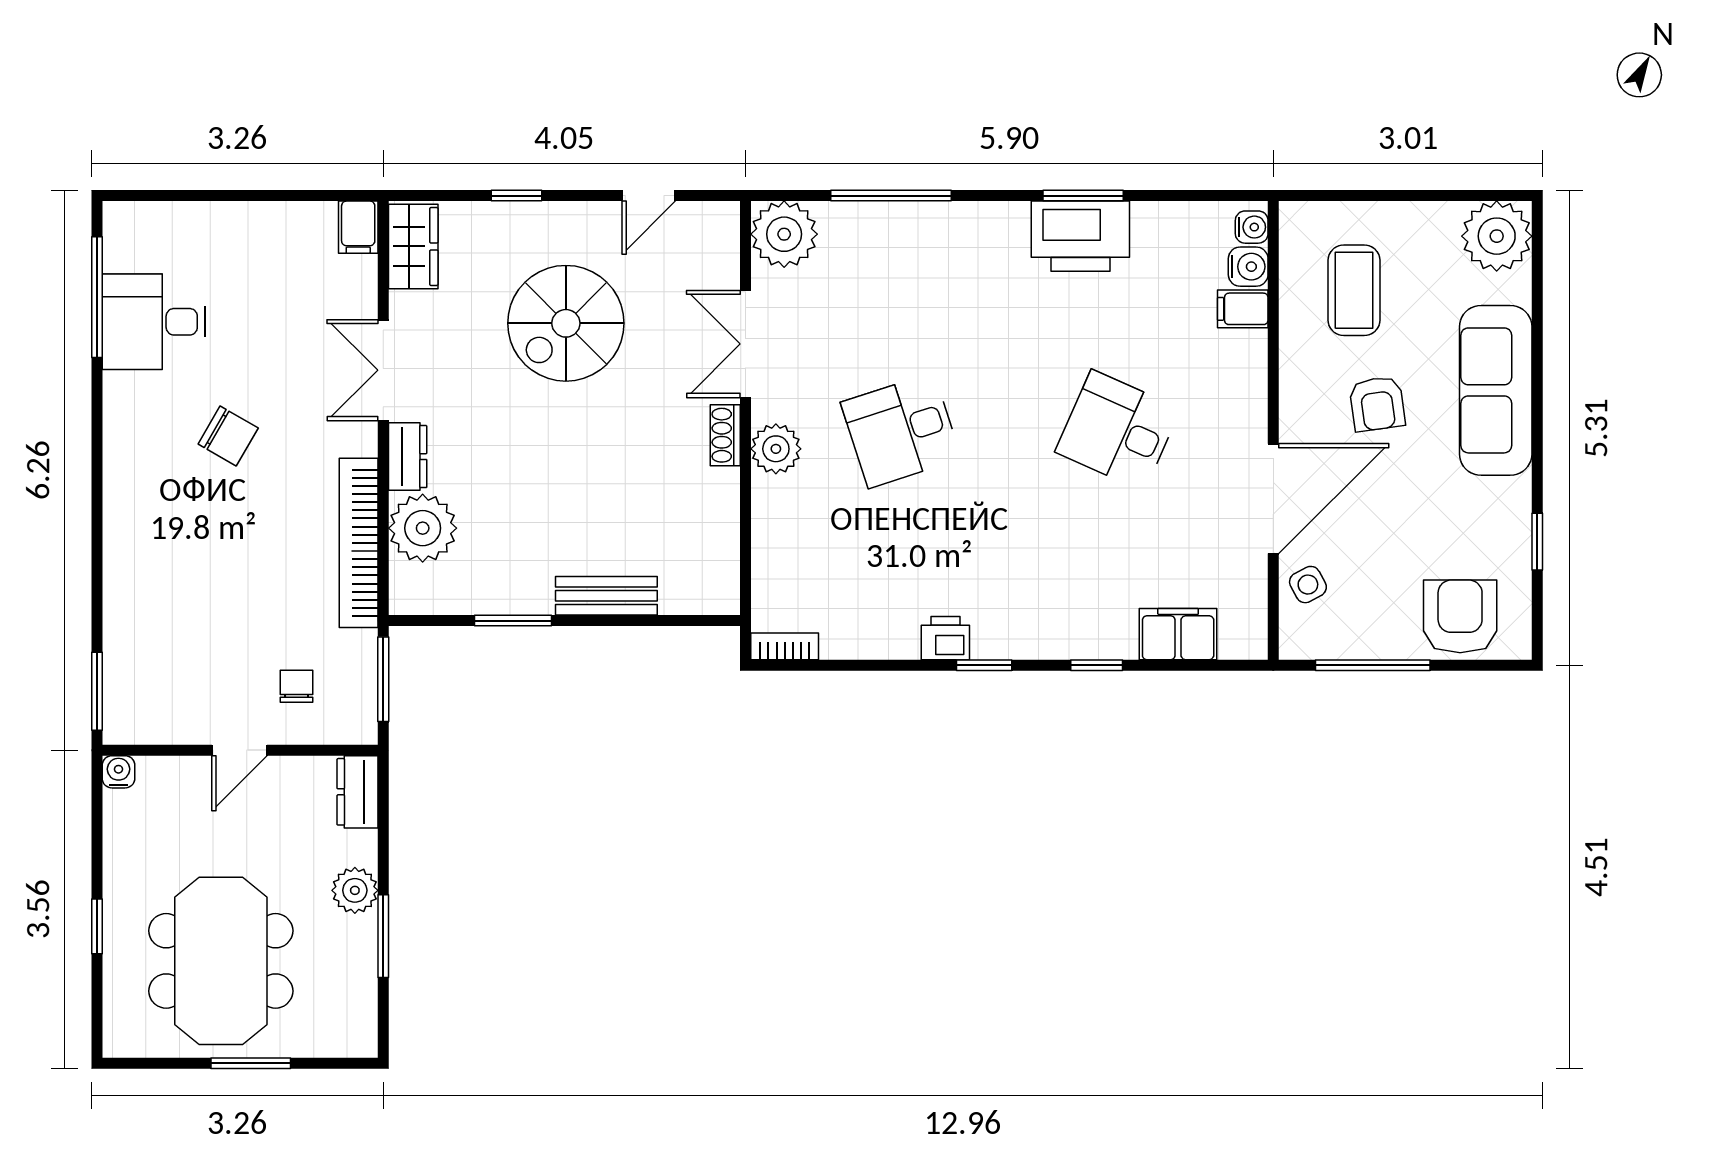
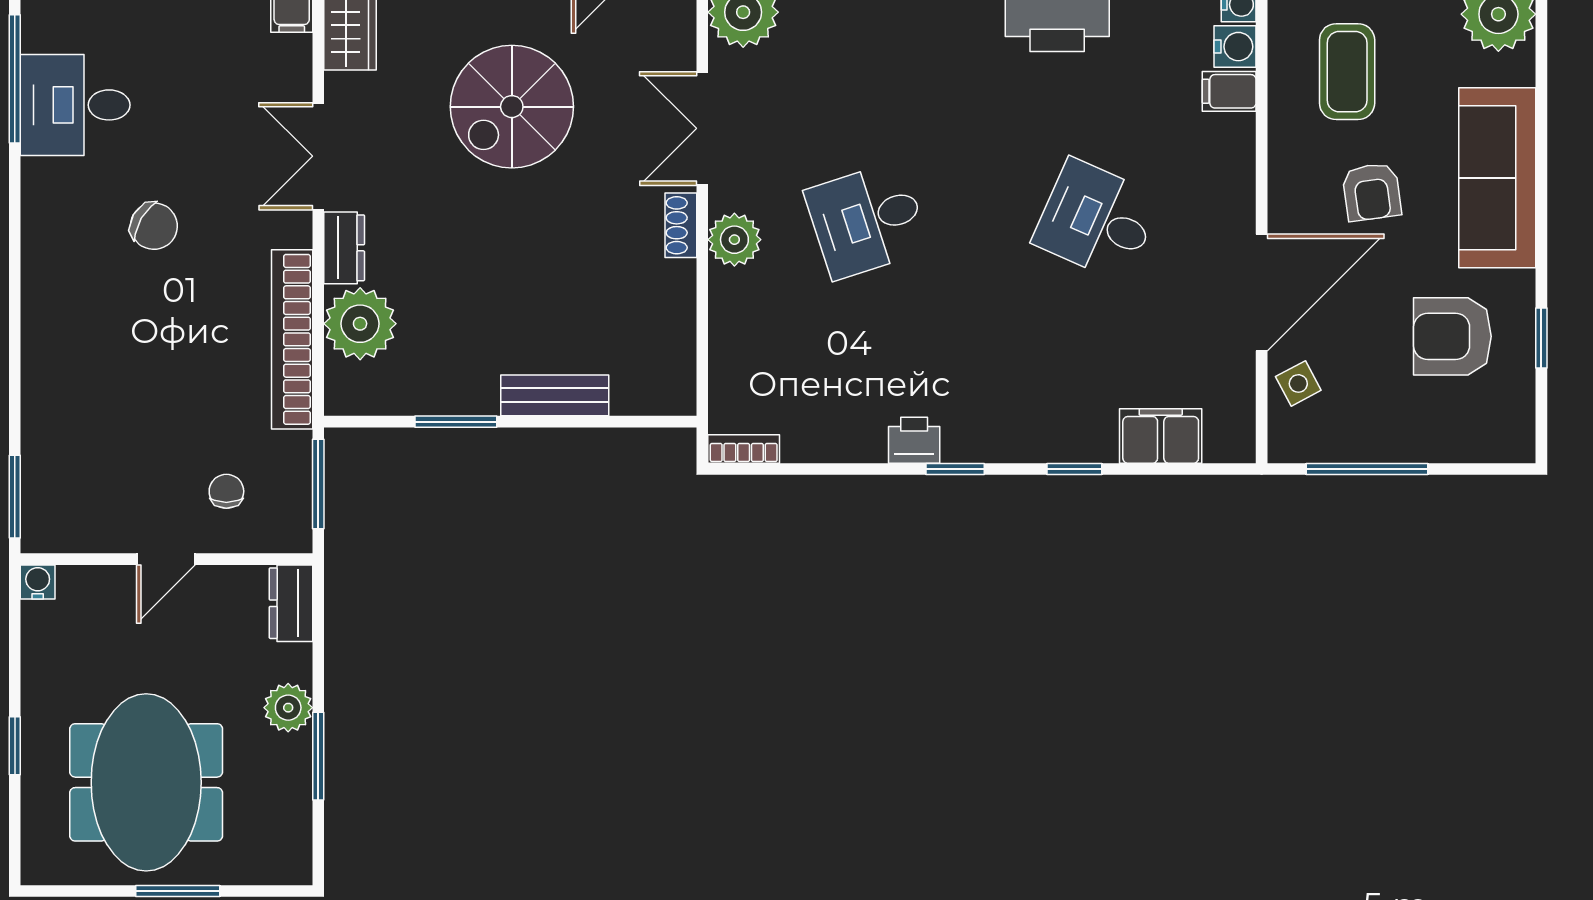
armchair: (1460, 616) -> (1452, 336), moved, turned -90

